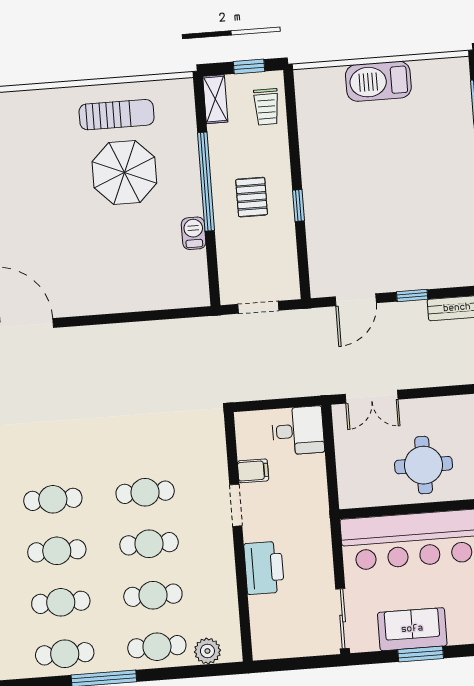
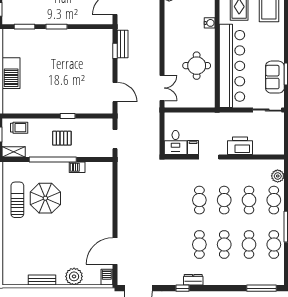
window: (412, 295) -> (115, 51), moved
desk: (298, 431) -> (176, 143), moved, turned 180

